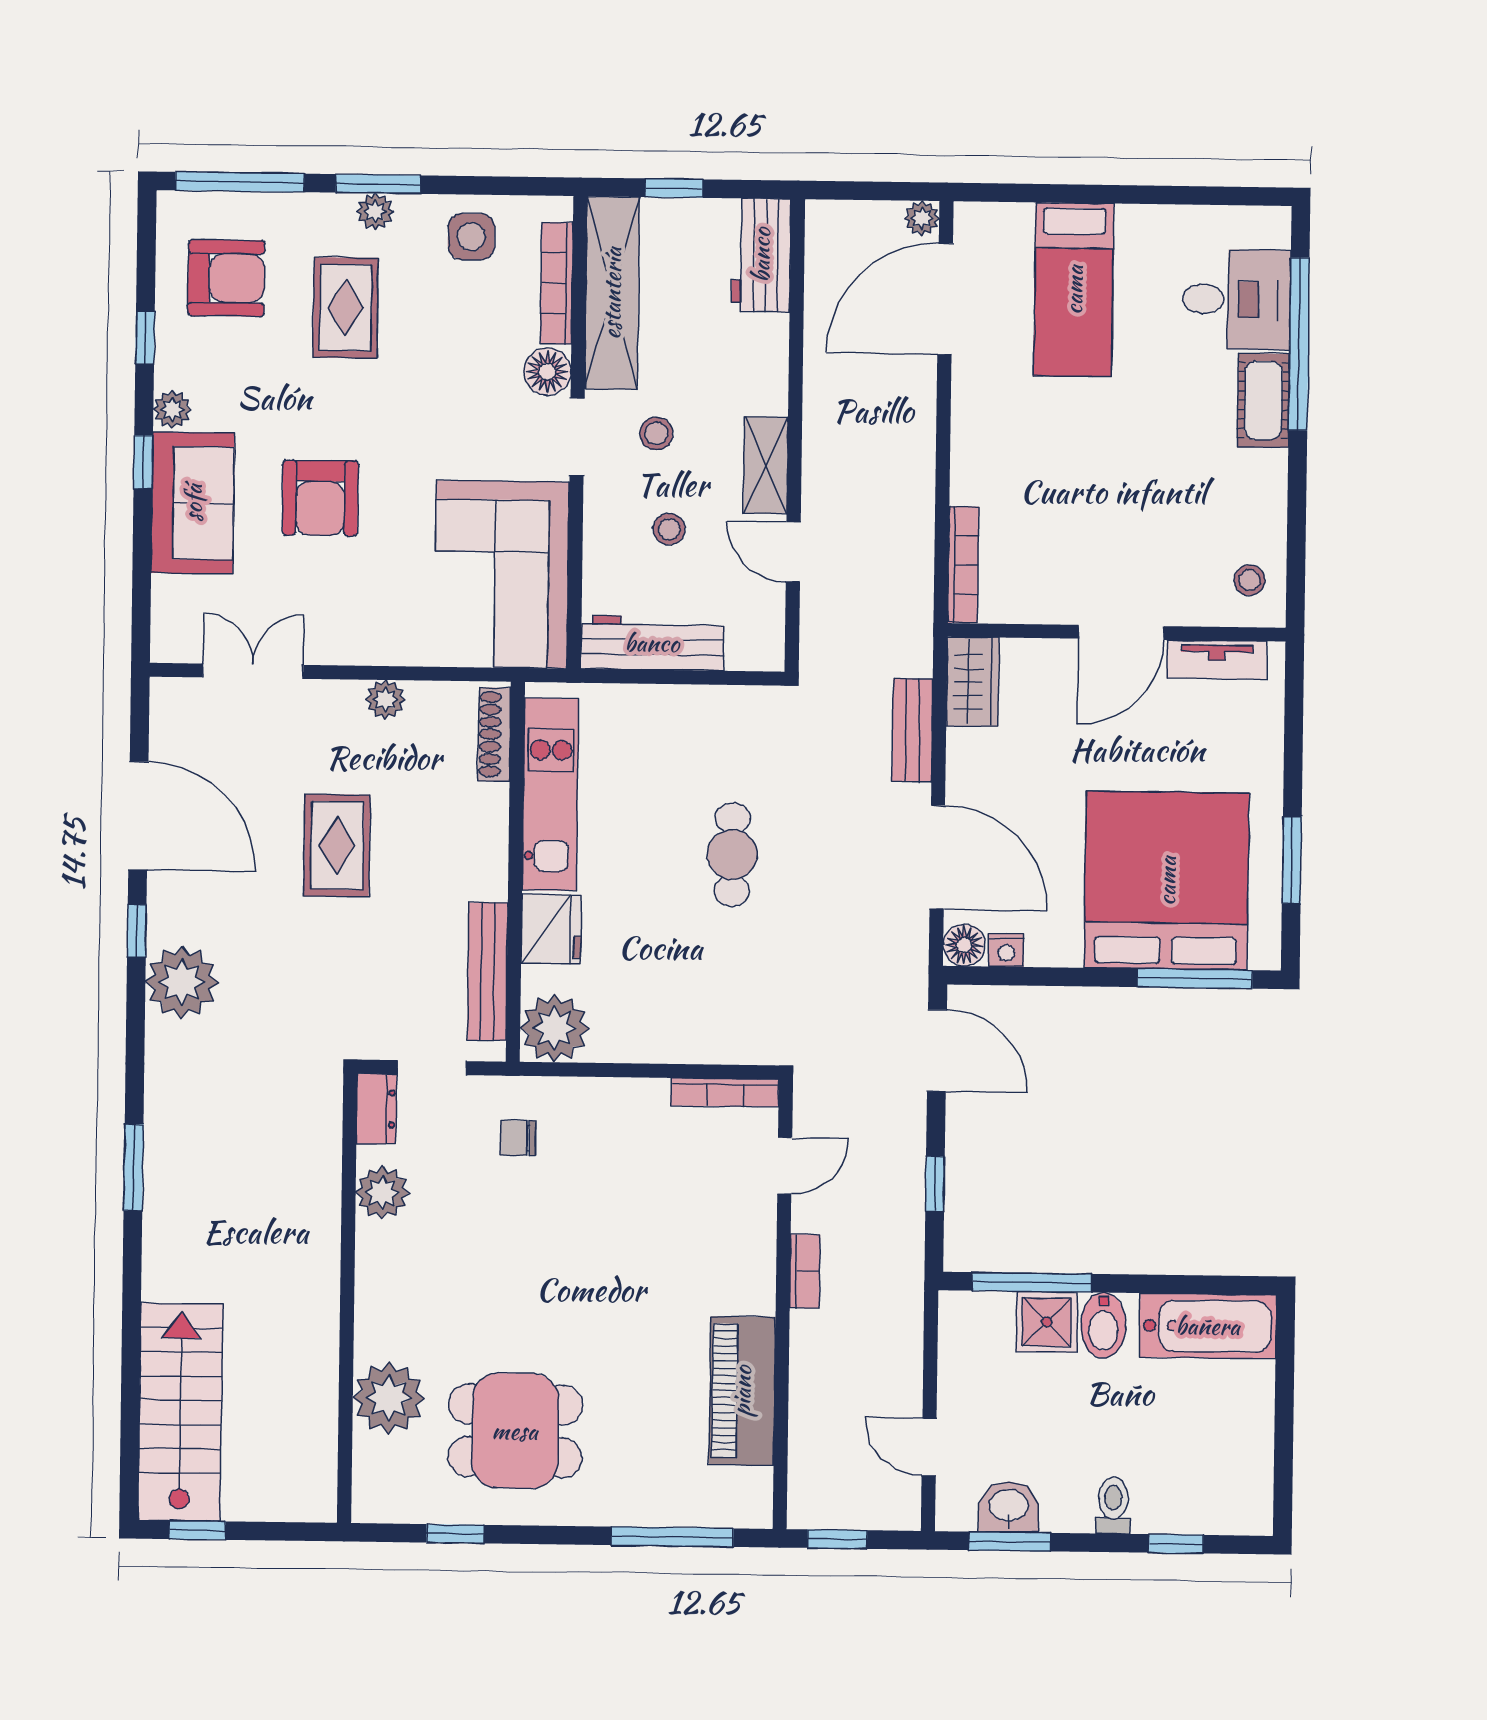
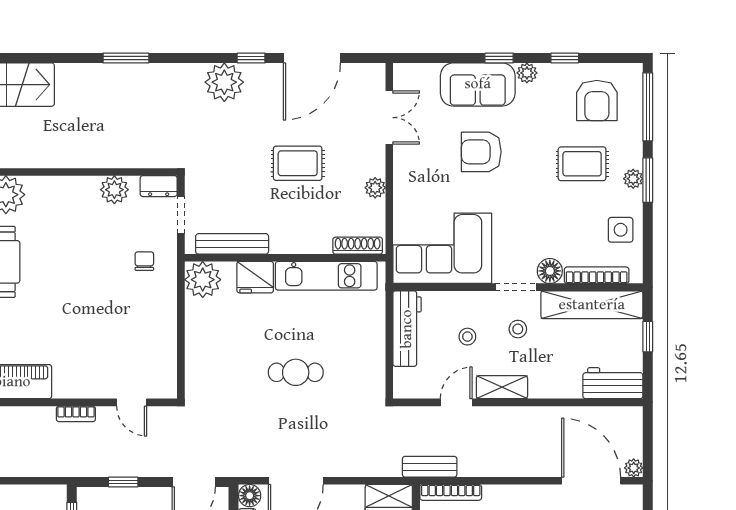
bench: (912, 730) -> (430, 467), moved
bookcase: (725, 1092) -> (170, 370), removed

